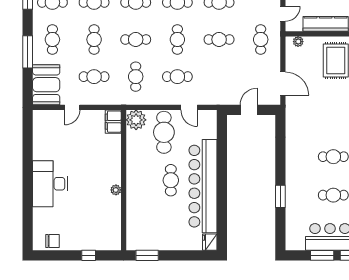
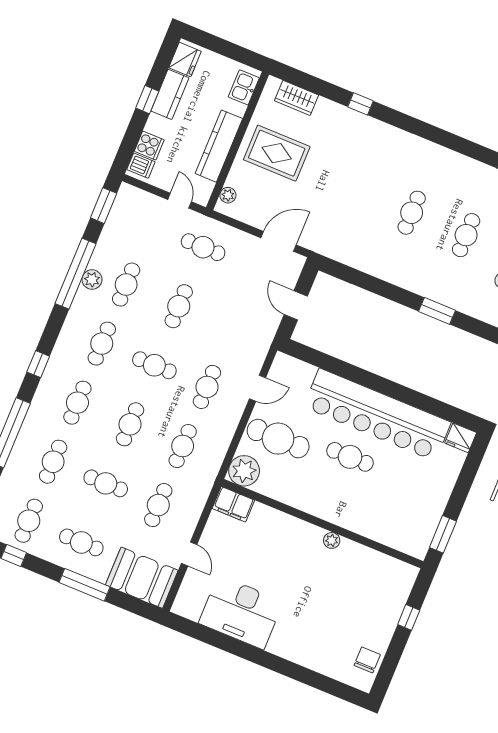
cafe table: (136, 77) -> (183, 446), turned 90
desk: (50, 184) -> (241, 612), moved

